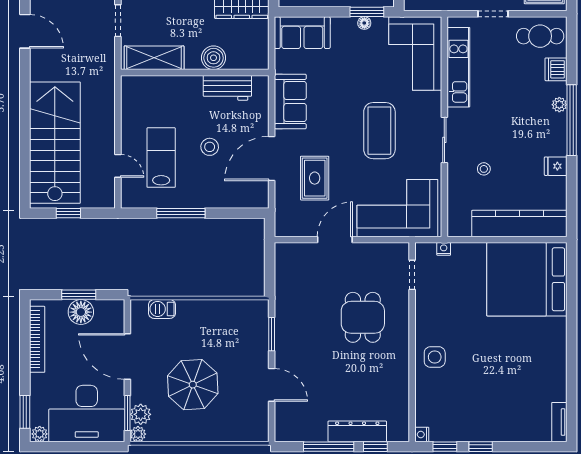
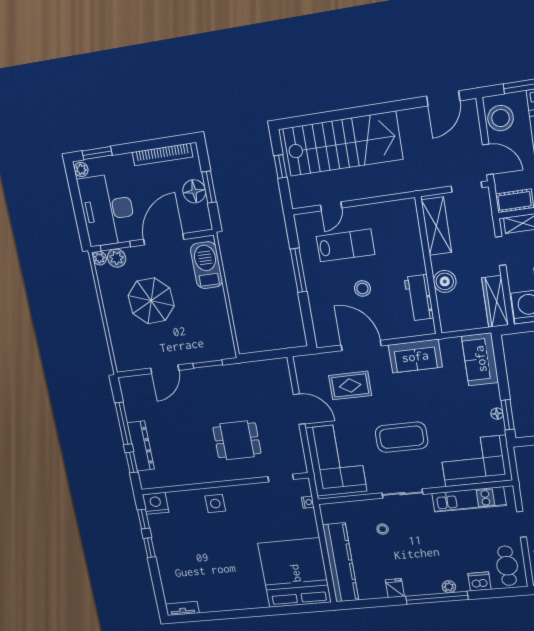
barbecue: (162, 309) -> (206, 265), width x1.88, depth x1.53
nightstand: (422, 434) -> (156, 503), width x1.89, depth x1.79

